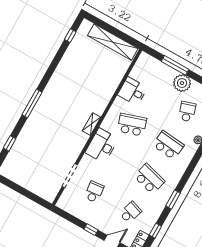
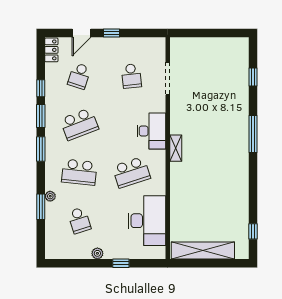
window: (175, 65) -> (121, 263), width x0.46
plant: (182, 83) -> (97, 253), width x0.53, depth x0.53
desk: (133, 91) -> (147, 221), width x1.87, depth x1.30
window: (186, 176) -> (41, 149), added
school desk: (149, 179) -> (79, 124), turned -36
window: (155, 231) -> (41, 88), moved

